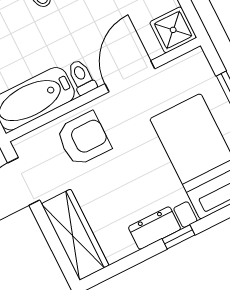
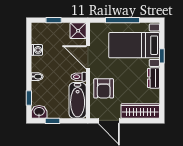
armchair: (83, 139) -> (104, 88), turned 180
window: (179, 237) -> (162, 56), moved

